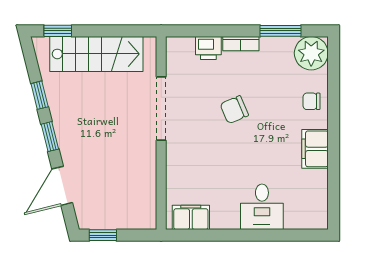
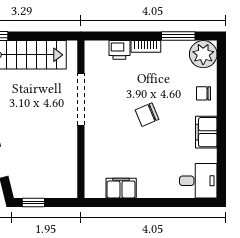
chair: (234, 110) -> (147, 115), moved
desk: (262, 207) -> (198, 181), moved, turned -90
filing cabinet: (191, 217) -> (121, 188), moved

